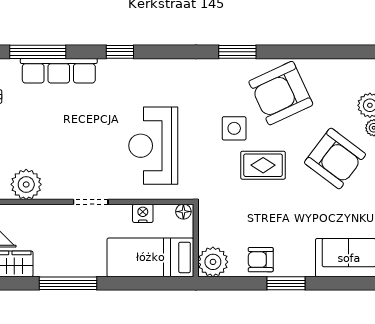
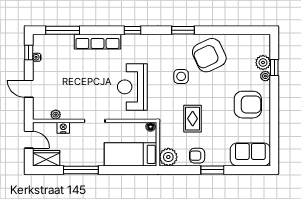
window: (120, 52) -> (133, 30), moved
row of seats: (59, 71) -> (97, 42), moved
armchair: (335, 158) -> (248, 105), moved, turned -37
rug: (263, 165) -> (193, 119), moved, turned 90
plant: (26, 184) -> (56, 115), width x0.53, depth x0.53
nightstand: (143, 213) -> (63, 128), moved

